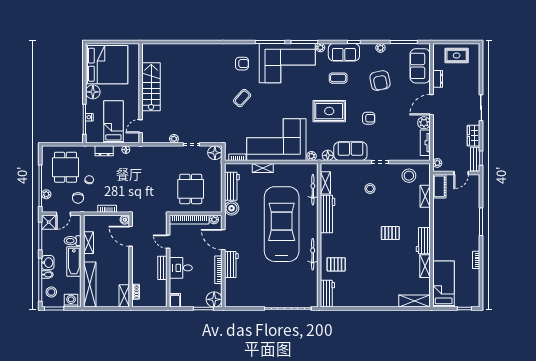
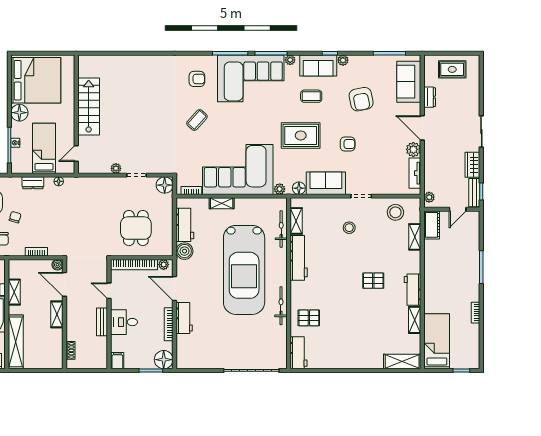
plant: (380, 48) -> (343, 60), moved
door: (431, 105) -> (422, 128), hinge flipped
car: (282, 224) -> (244, 270), turned 180
shelving: (124, 296) -> (57, 314), moved

